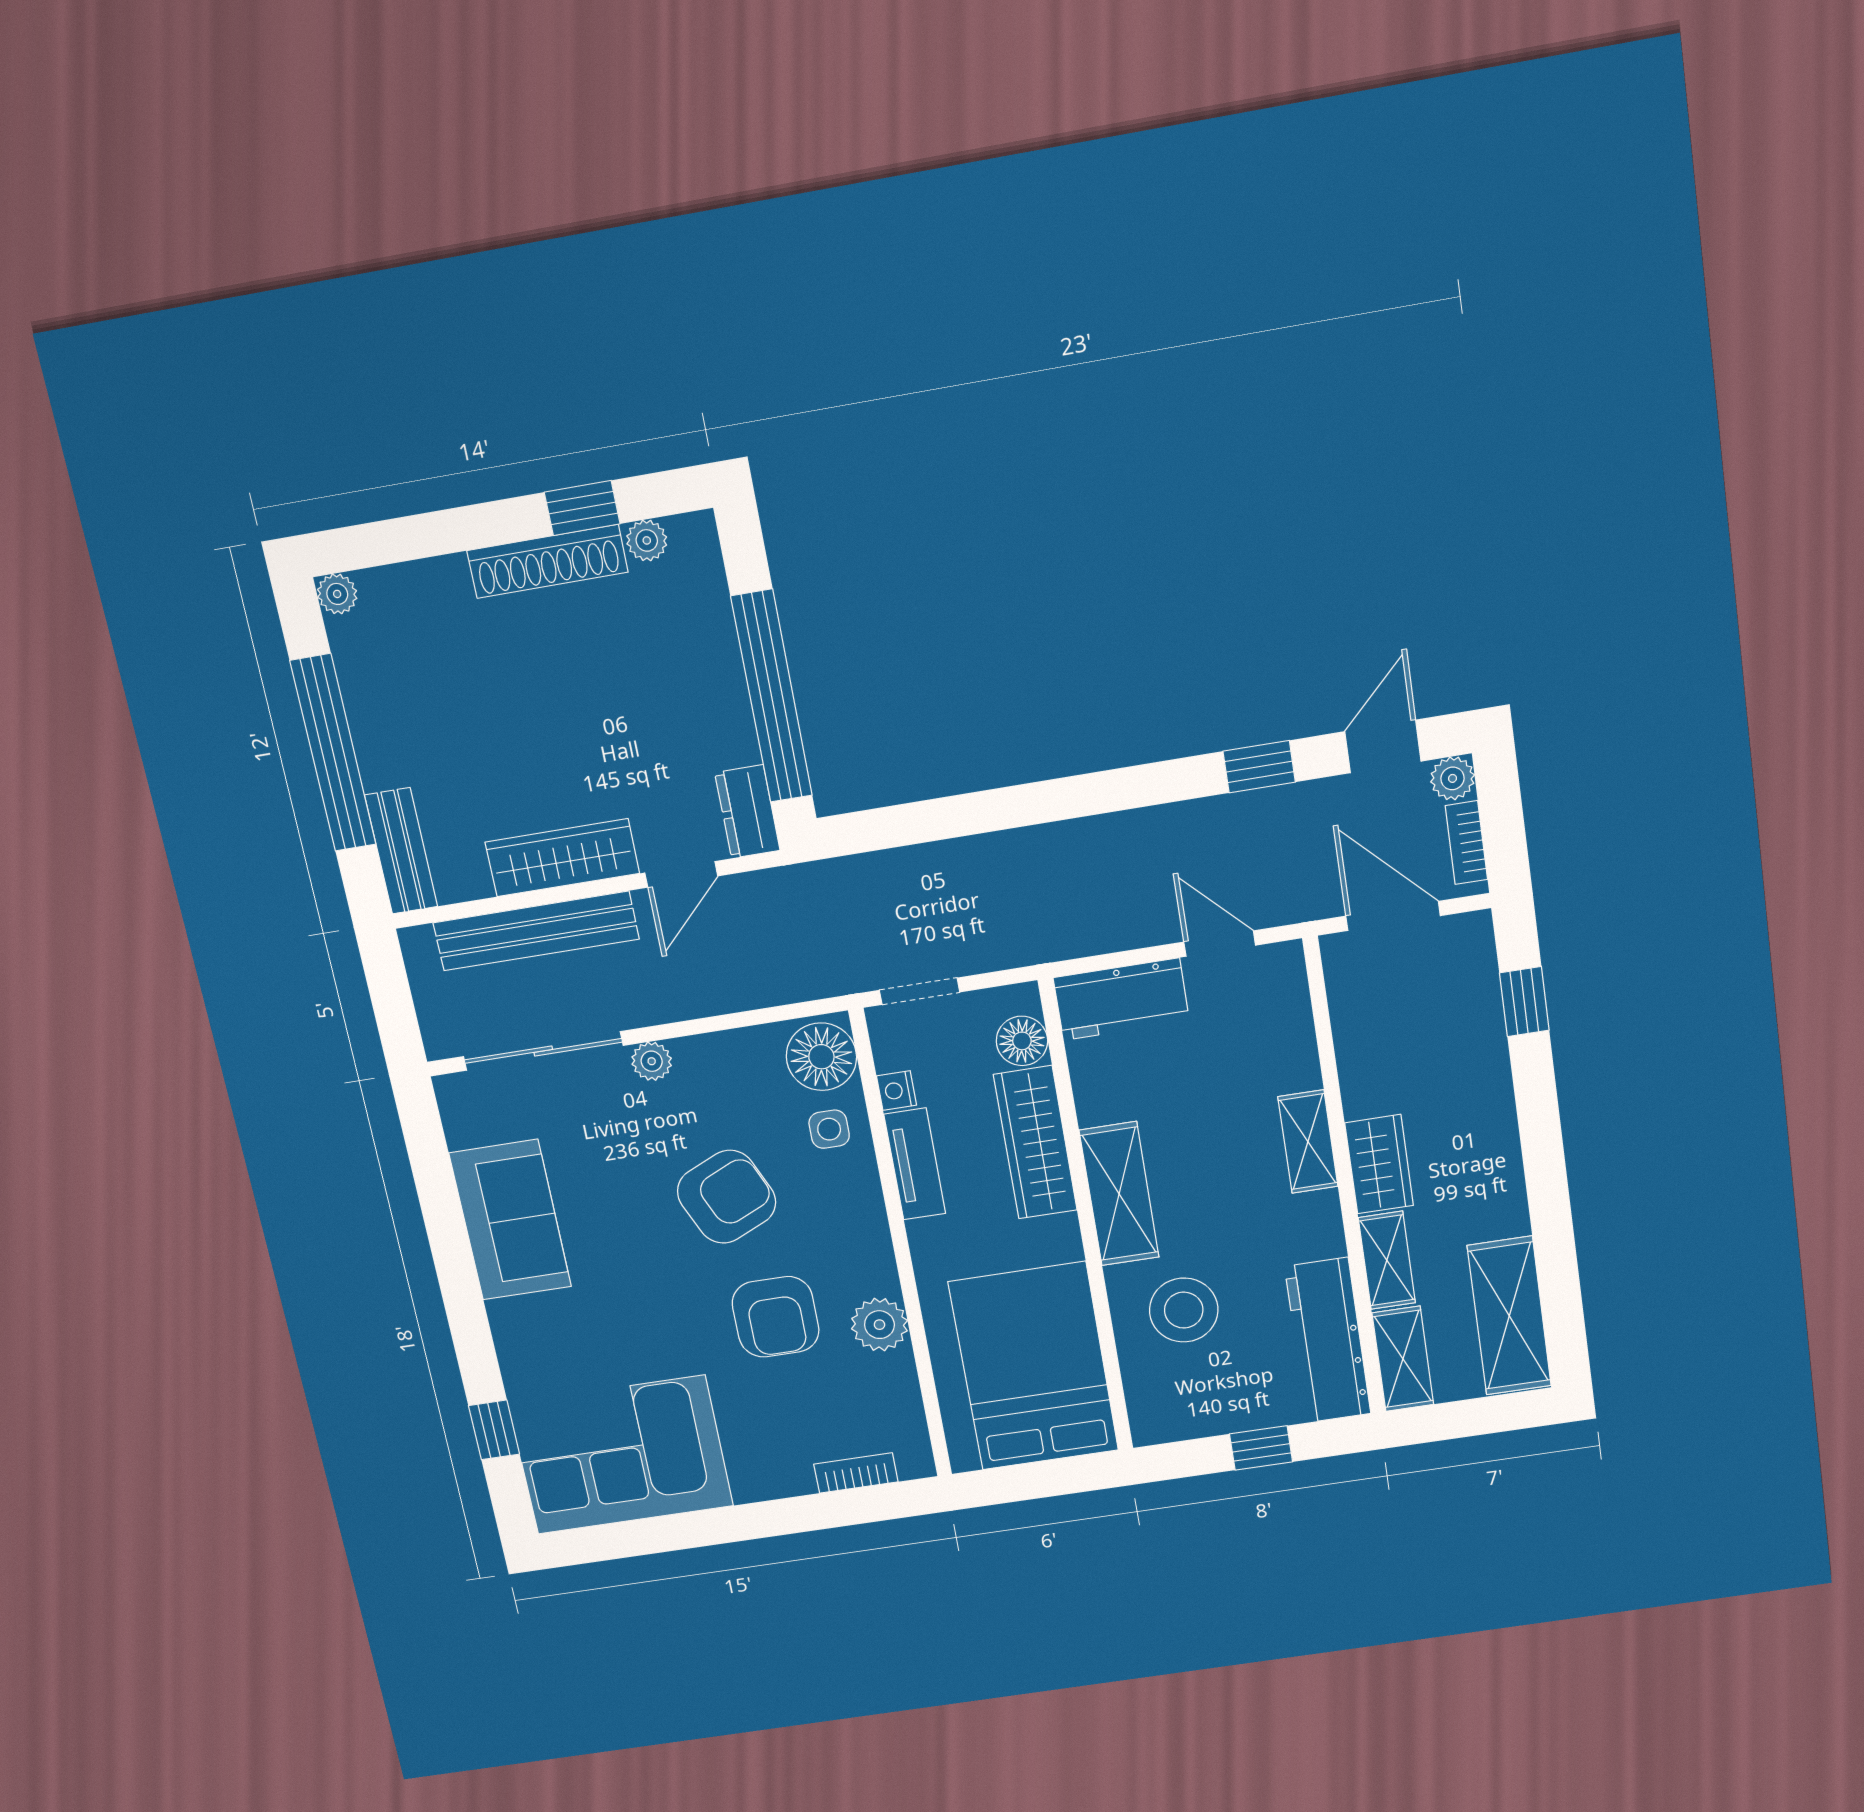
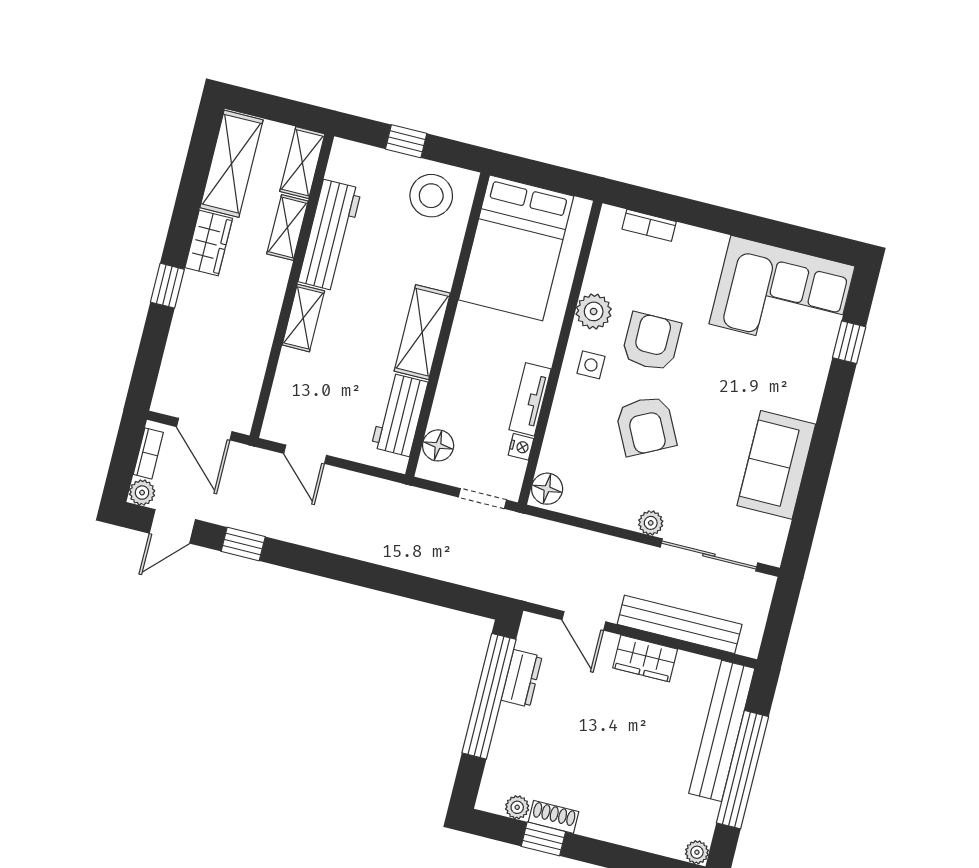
shoe rack: (547, 561) -> (554, 817), width x0.51, depth x0.81
dresser: (747, 812) -> (522, 678), moved
bench: (401, 851) -> (722, 731), width x1.86, depth x1.21
wardrobe: (562, 858) -> (645, 658), width x0.67
door: (681, 874) -> (584, 621), swing flipped
workbench: (1121, 999) -> (400, 415), moved, turned -90
window: (1524, 1002) -> (167, 286), moved
floor lamp: (821, 1057) -> (547, 489), width x0.73, depth x0.73
side table: (829, 1129) -> (591, 365), moved
wardrobe: (1035, 1143) -> (456, 383), removed
wardrobe: (1379, 1164) -> (209, 243), moved, turned 180
armchair: (727, 1197) -> (646, 426), turned -93
stool: (1184, 1310) -> (431, 196), moved
workbench: (1328, 1340) -> (330, 235), moved

